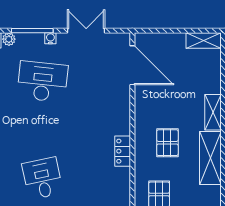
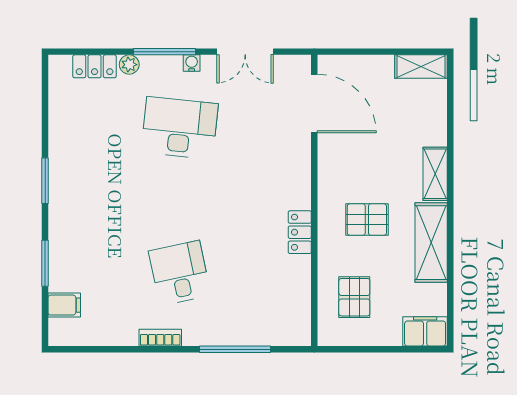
double door: (86, 31) -> (245, 52), swing flipped
pallet: (167, 143) -> (367, 220), turned 90

